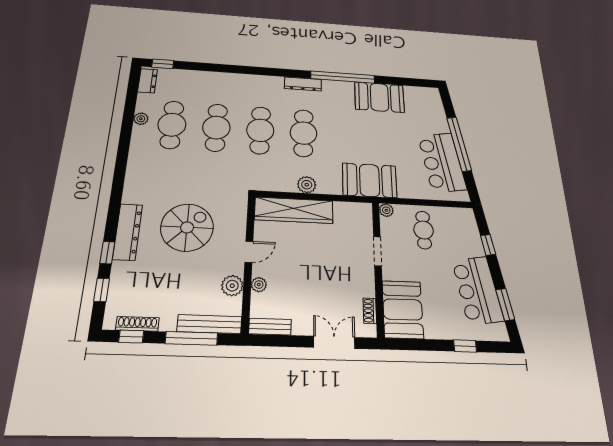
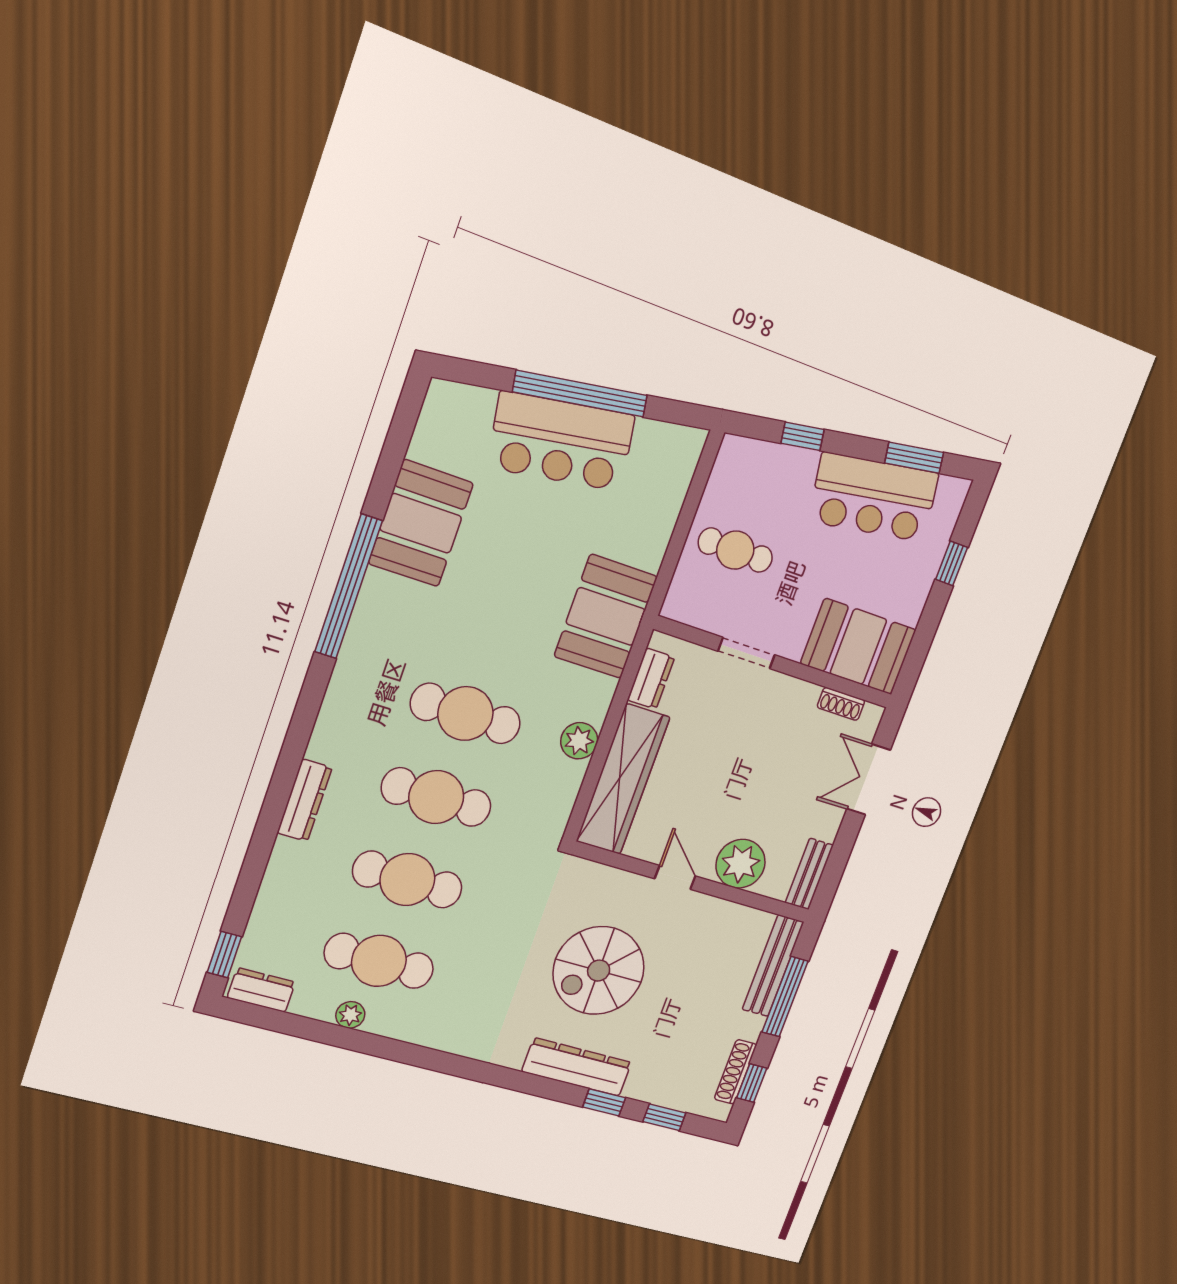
dresser: (303, 84) -> (305, 800), moved
bar counter: (442, 162) -> (561, 442), moved
dresser: (348, 209) -> (651, 679), added
plant: (386, 210) -> (675, 607), removed
spiral stairs: (187, 227) -> (599, 971), turned -90
plant: (259, 285) -> (741, 864), width x1.88, depth x1.88
plant: (232, 286) -> (724, 918), removed

